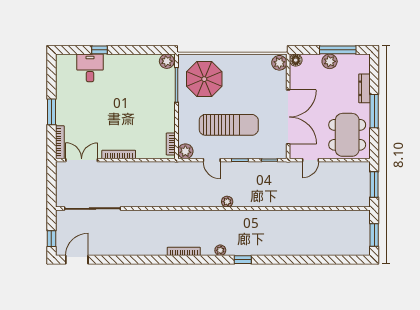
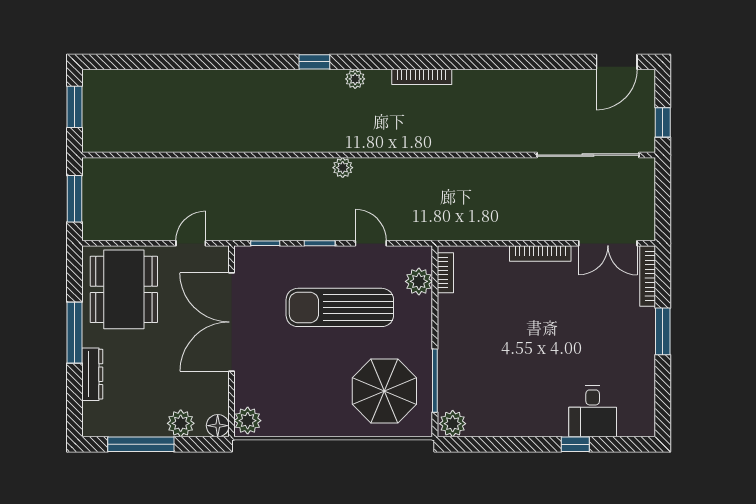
plant: (330, 61) -> (181, 423), moved
plant: (185, 151) -> (419, 281), moved
window: (51, 239) -> (663, 122), moved

